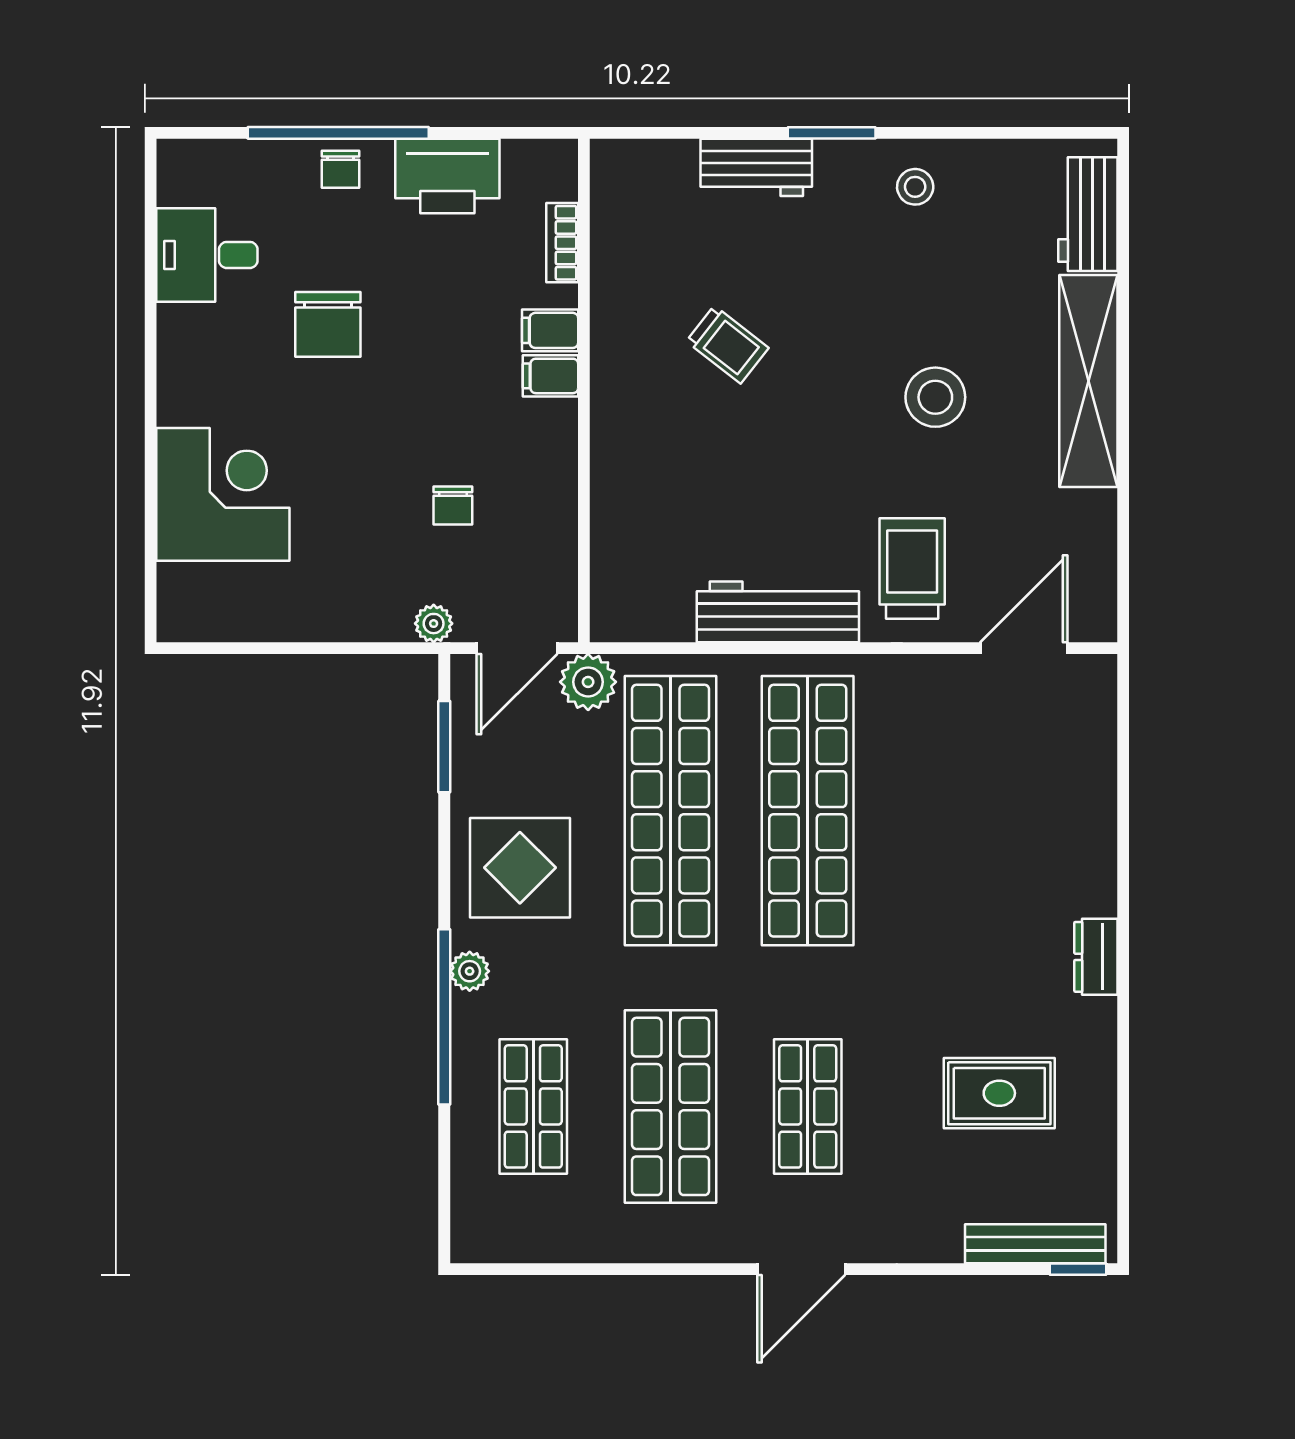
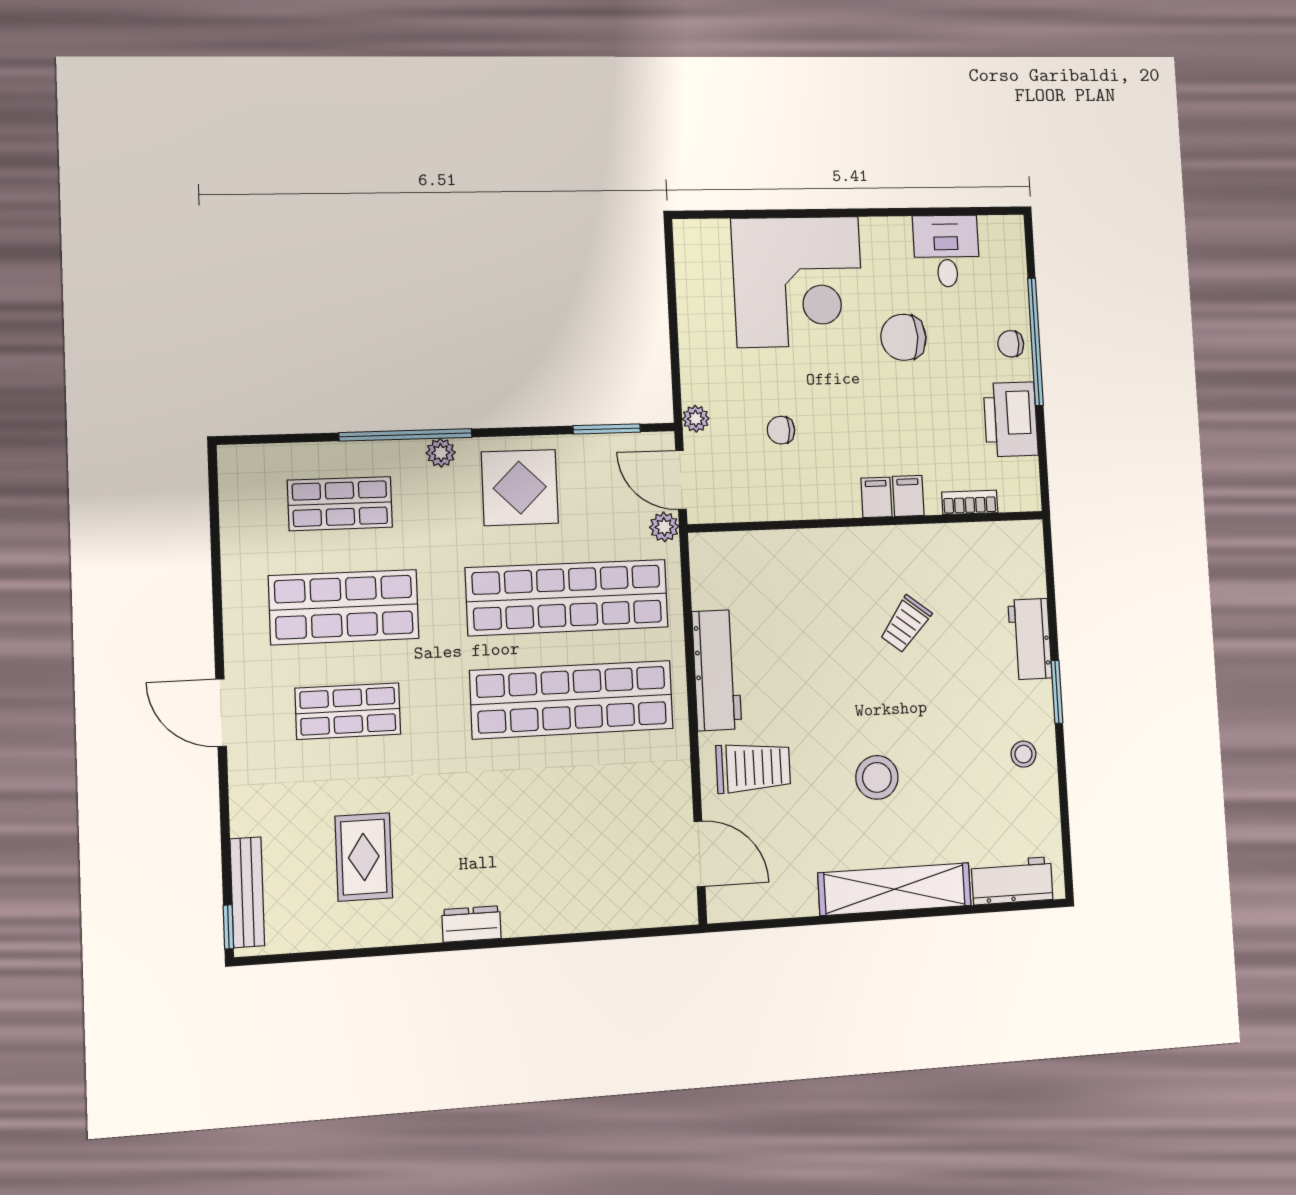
corner desk: (223, 494) -> (798, 282), width x1.36, depth x1.36
plant: (588, 682) -> (664, 527), width x0.73, depth x0.73

